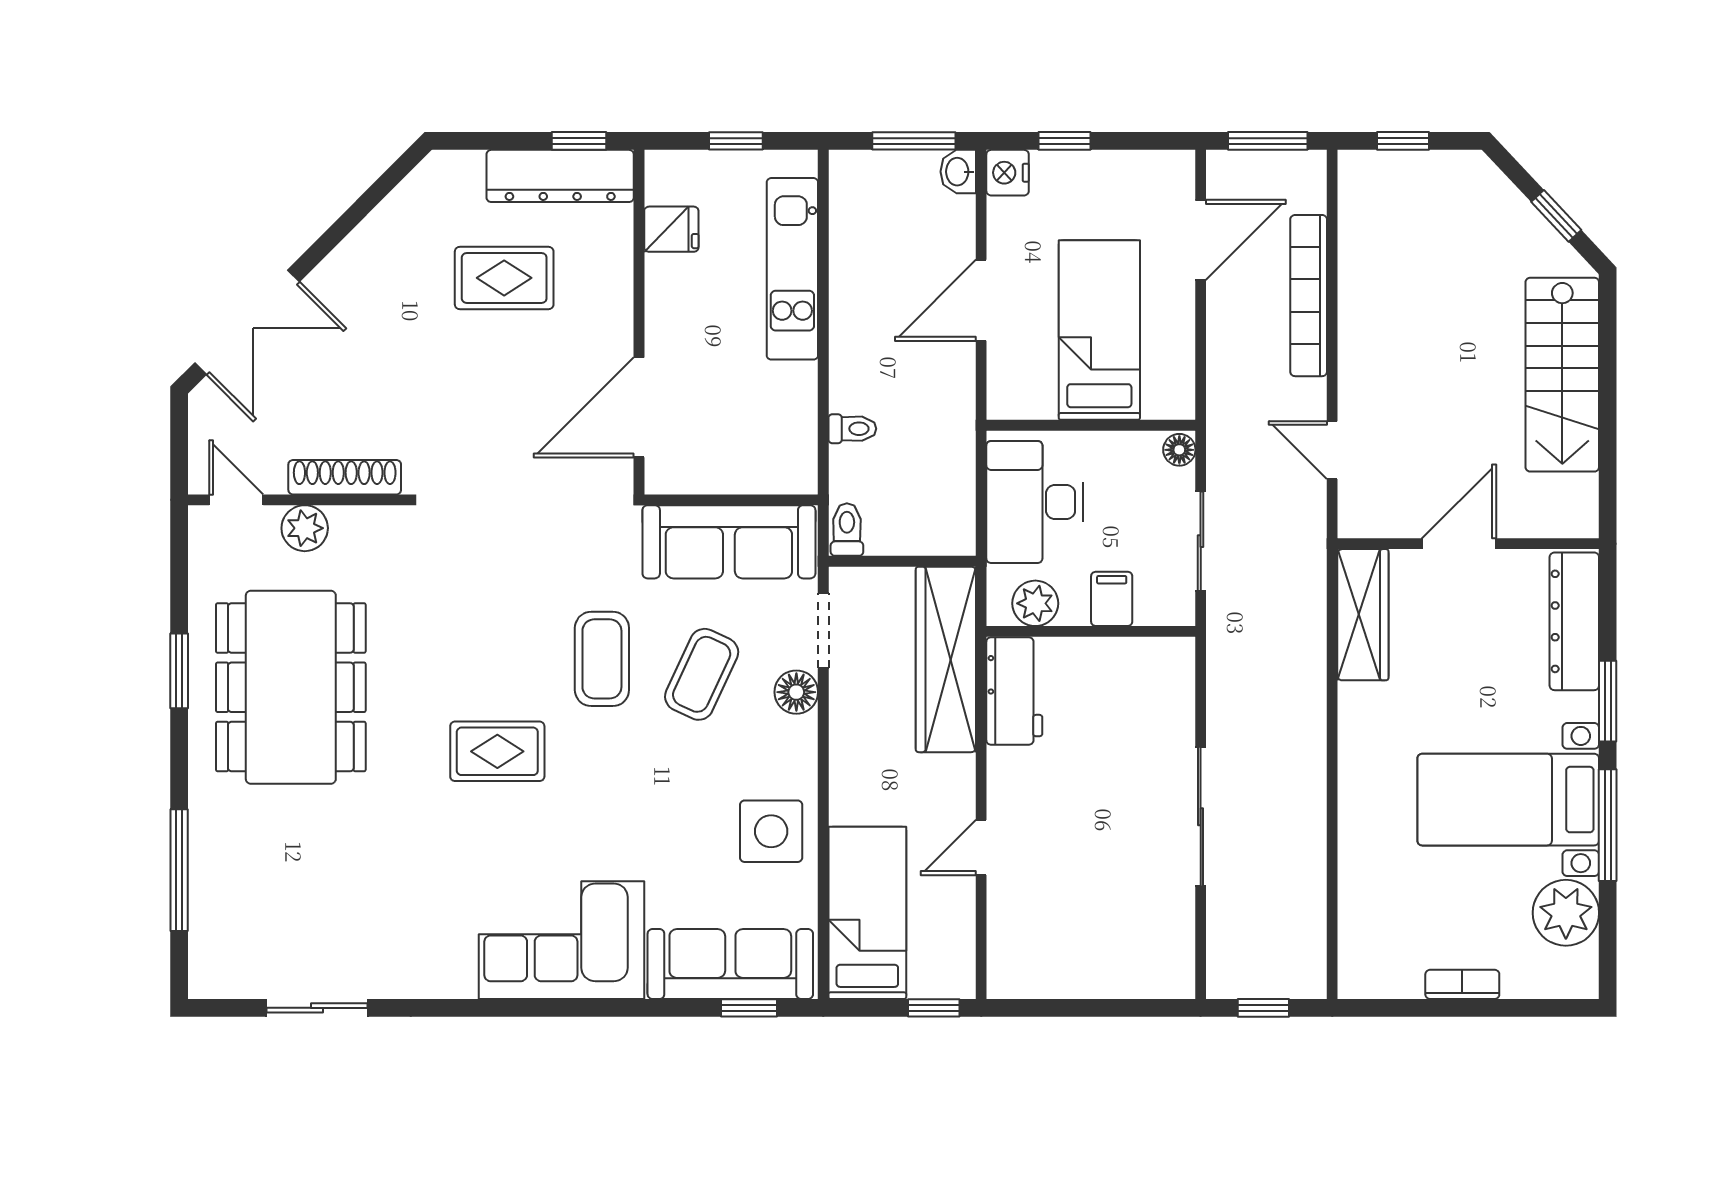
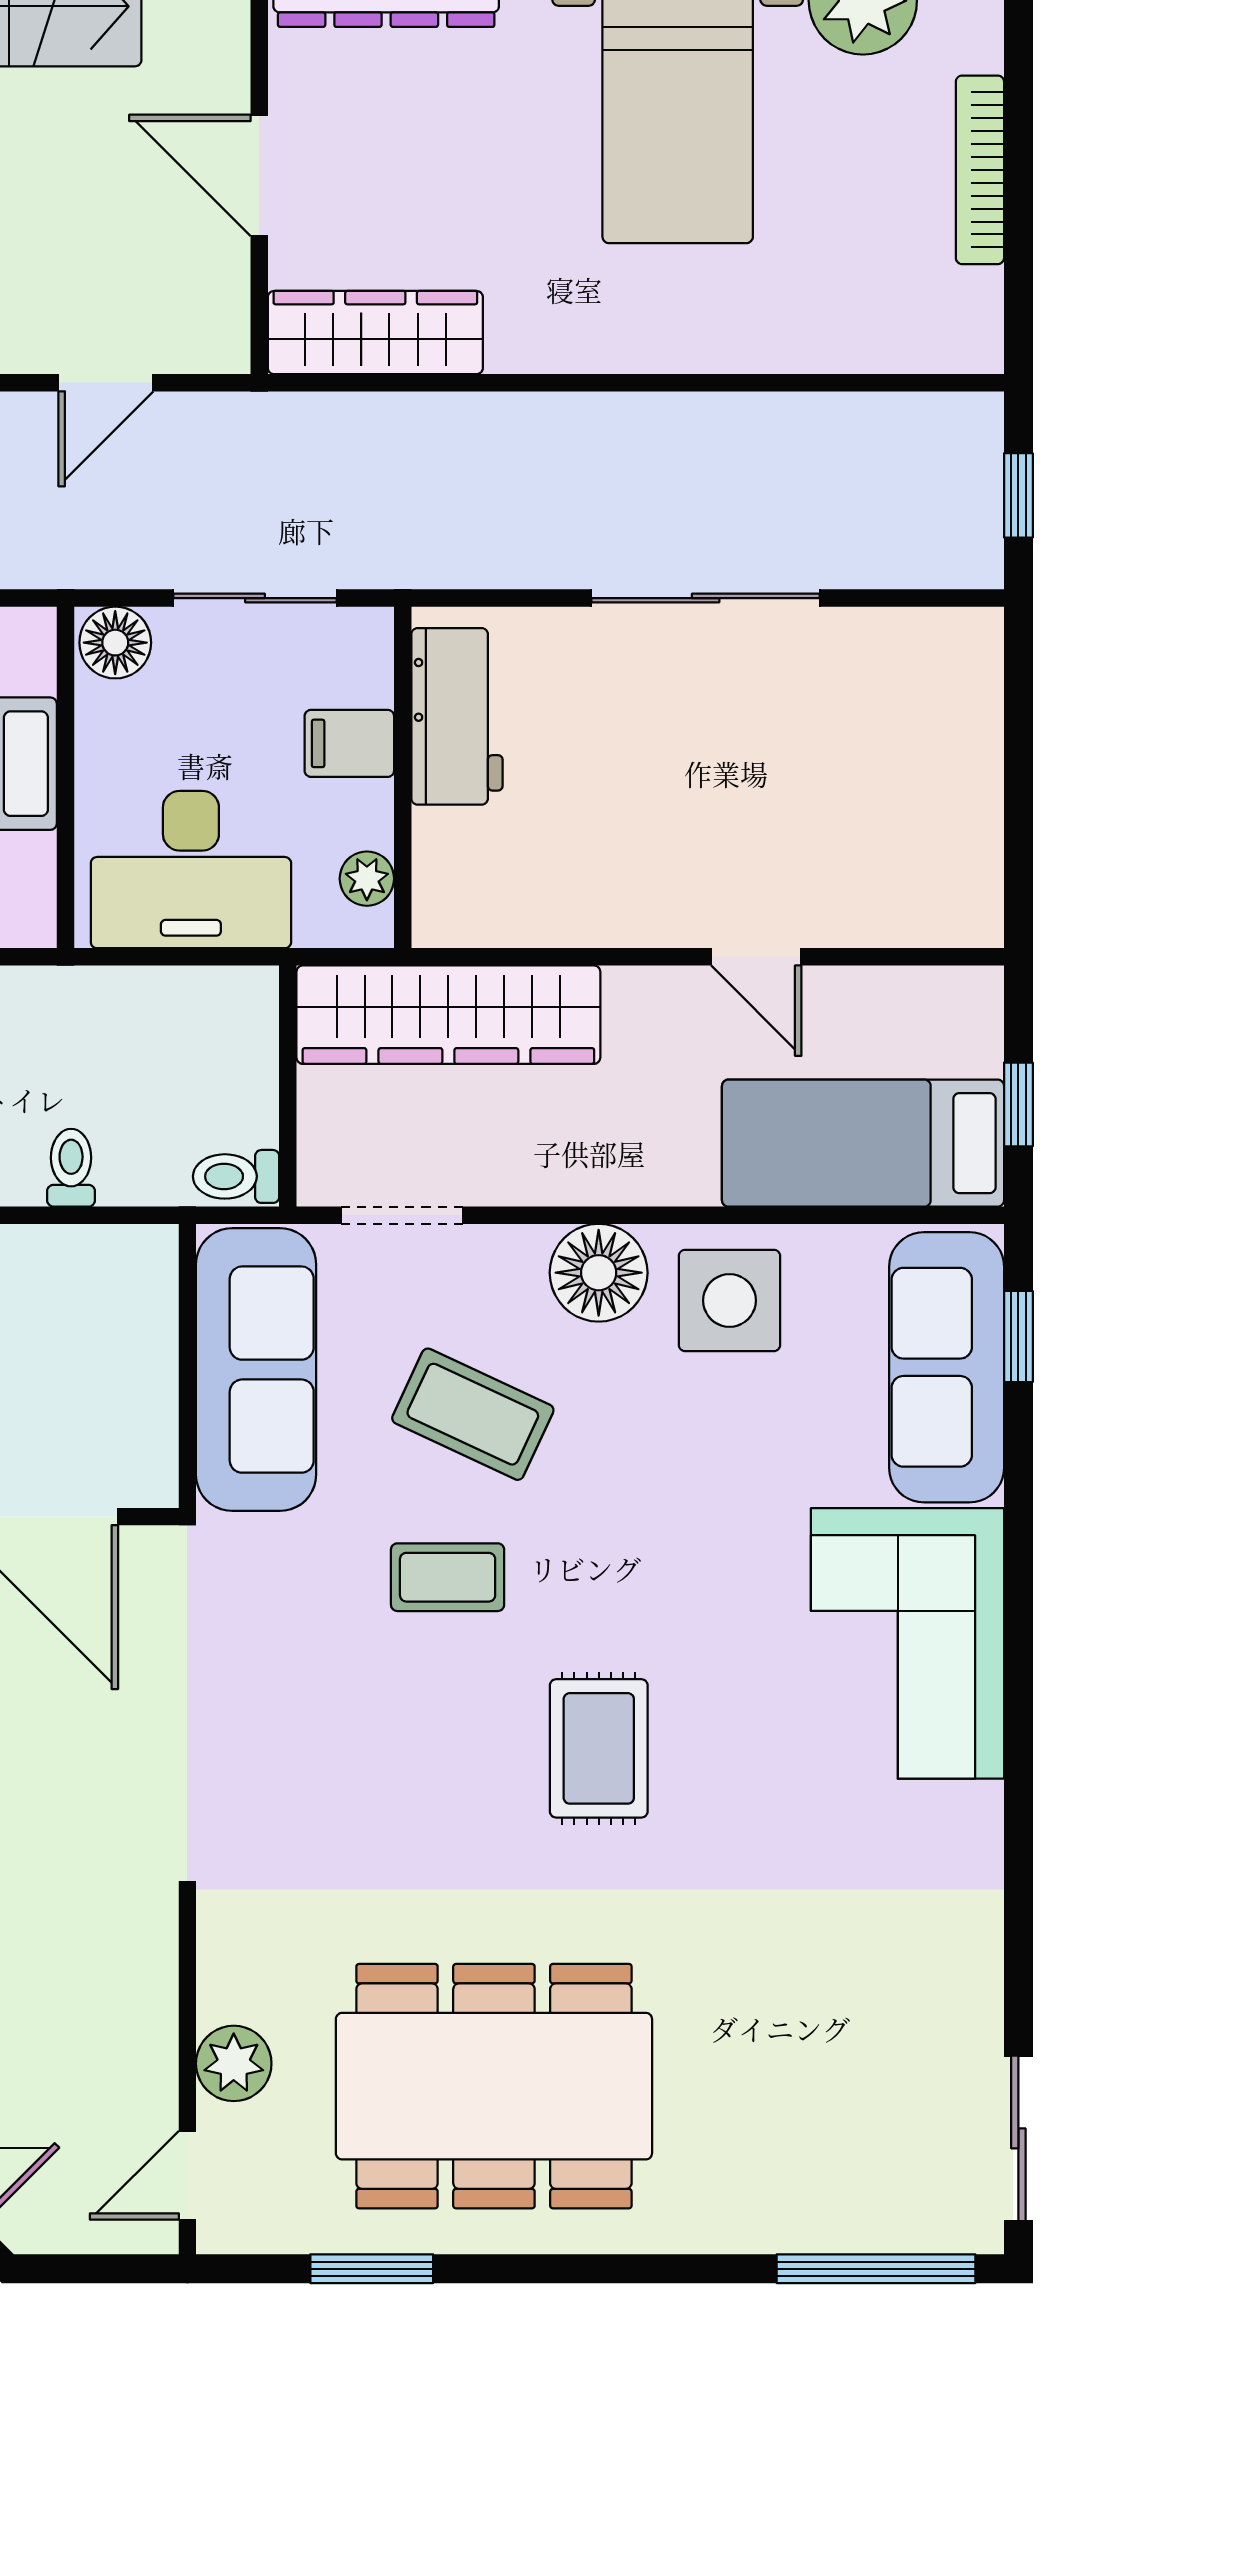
floor lamp: (1179, 450) -> (115, 643), width x1.37, depth x1.37
shoe rack: (345, 477) -> (150, 1998), removed
plant: (1035, 603) -> (367, 879), width x0.73, depth x0.73
coffee table: (602, 659) -> (448, 1577), width x0.73, depth x0.77
window: (179, 671) -> (372, 2269), moved
workbench: (1014, 691) -> (457, 716), moved, turned 90
floor lamp: (796, 692) -> (599, 1273), moved, width x1.38, depth x1.38
window: (179, 870) -> (876, 2269), moved
bookcase: (1462, 984) -> (980, 170), width x1.56
sliding door: (317, 1008) -> (1018, 2138), moved
window: (934, 1008) -> (1018, 1104), moved

